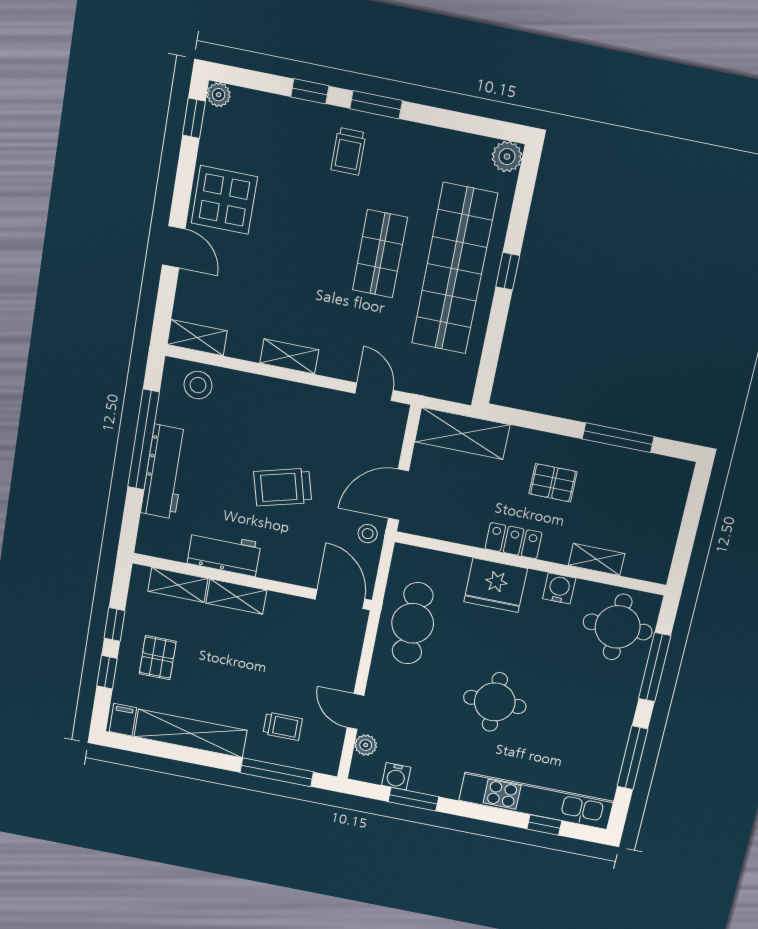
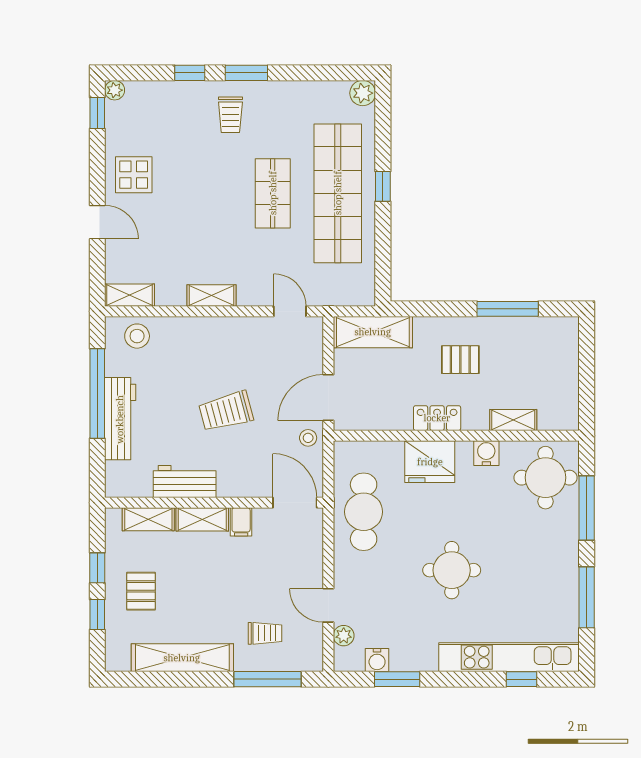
display table: (224, 200) -> (134, 175), width x0.73, depth x0.73
filing cabinet: (123, 720) -> (241, 522), moved, turned 180

